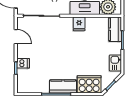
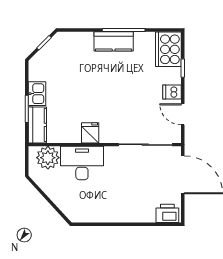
dishwasher: (23, 63) -> (172, 92), moved
kitchen sink: (115, 63) -> (37, 94), moved
cooker: (89, 84) -> (168, 49), moved, turned 90

